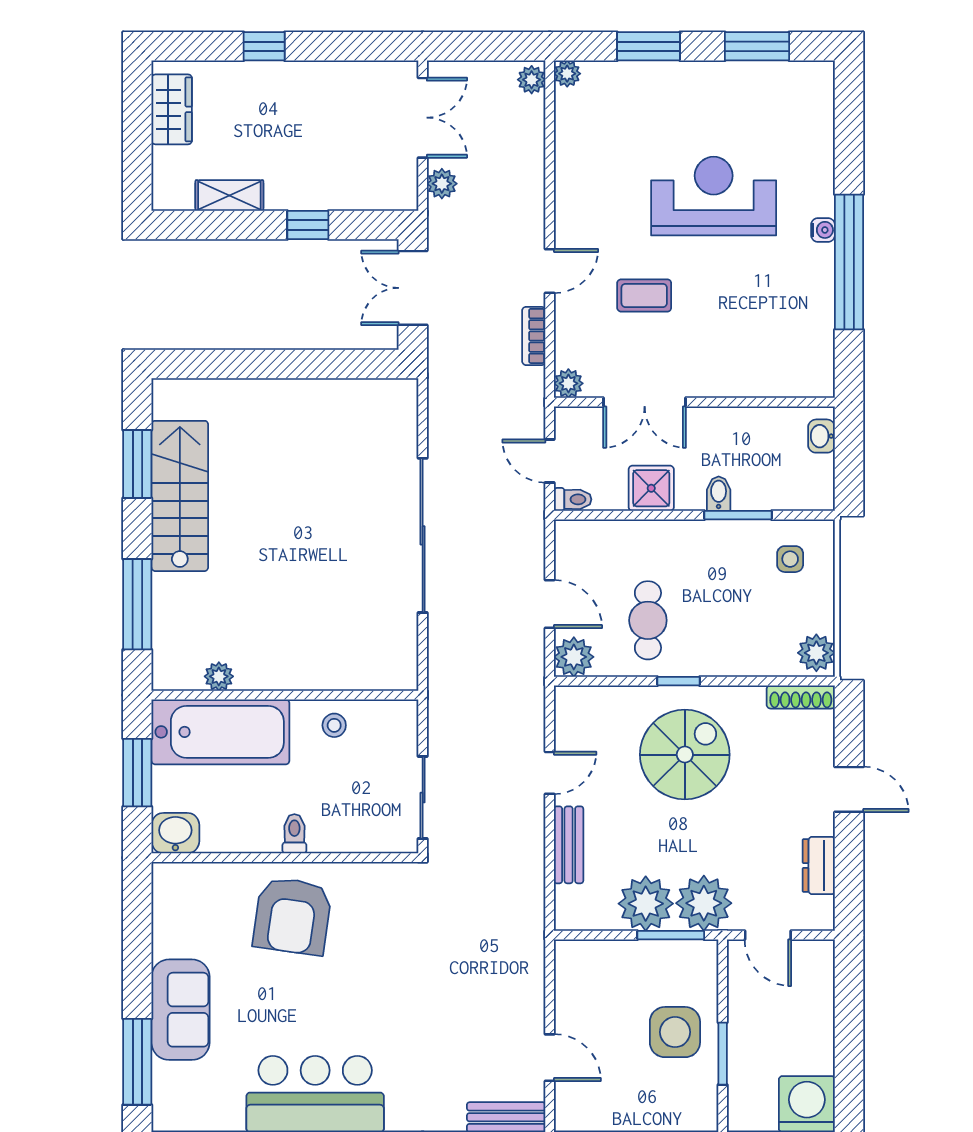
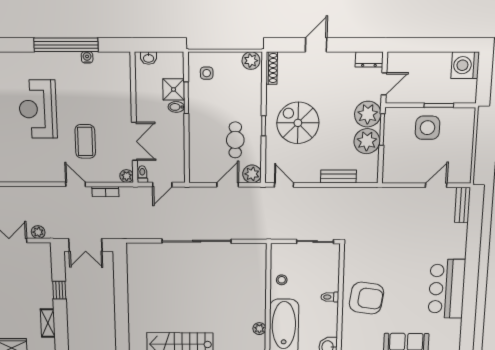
water cooler: (823, 230) -> (87, 57), moved
coffee table: (644, 295) -> (85, 141), width x1.36, depth x1.30
shower: (651, 488) -> (174, 89), moved
toilet: (573, 499) -> (142, 174), moved
cafe table: (648, 620) -> (235, 140), turned 90
door: (550, 773) -> (284, 185), moved
dresser: (819, 866) -> (369, 59), moved

